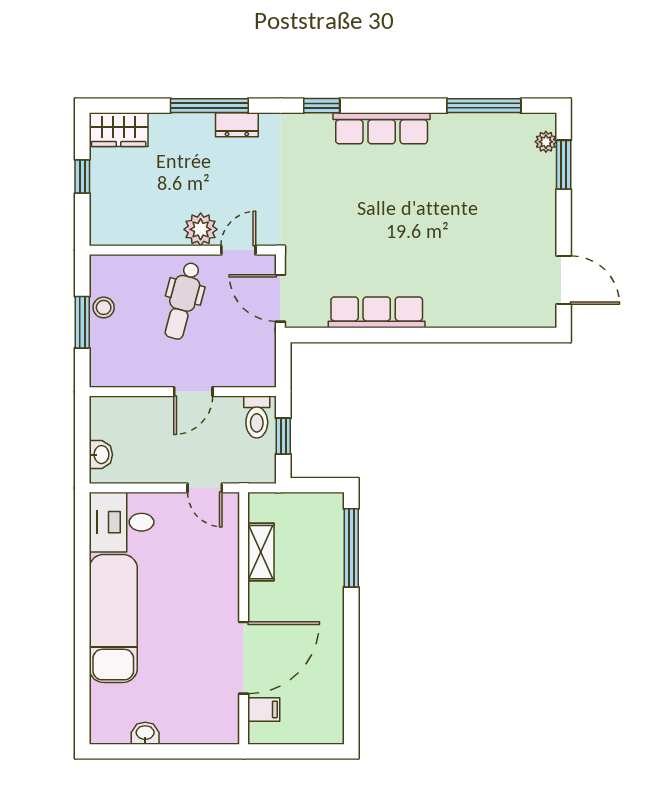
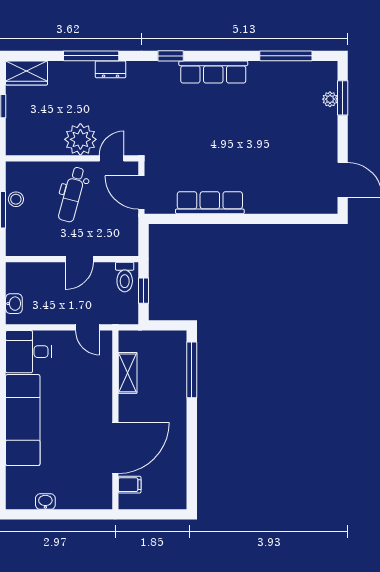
plant: (546, 142) -> (330, 99), moved
plant: (201, 229) -> (80, 139), width x1.36, depth x1.36

